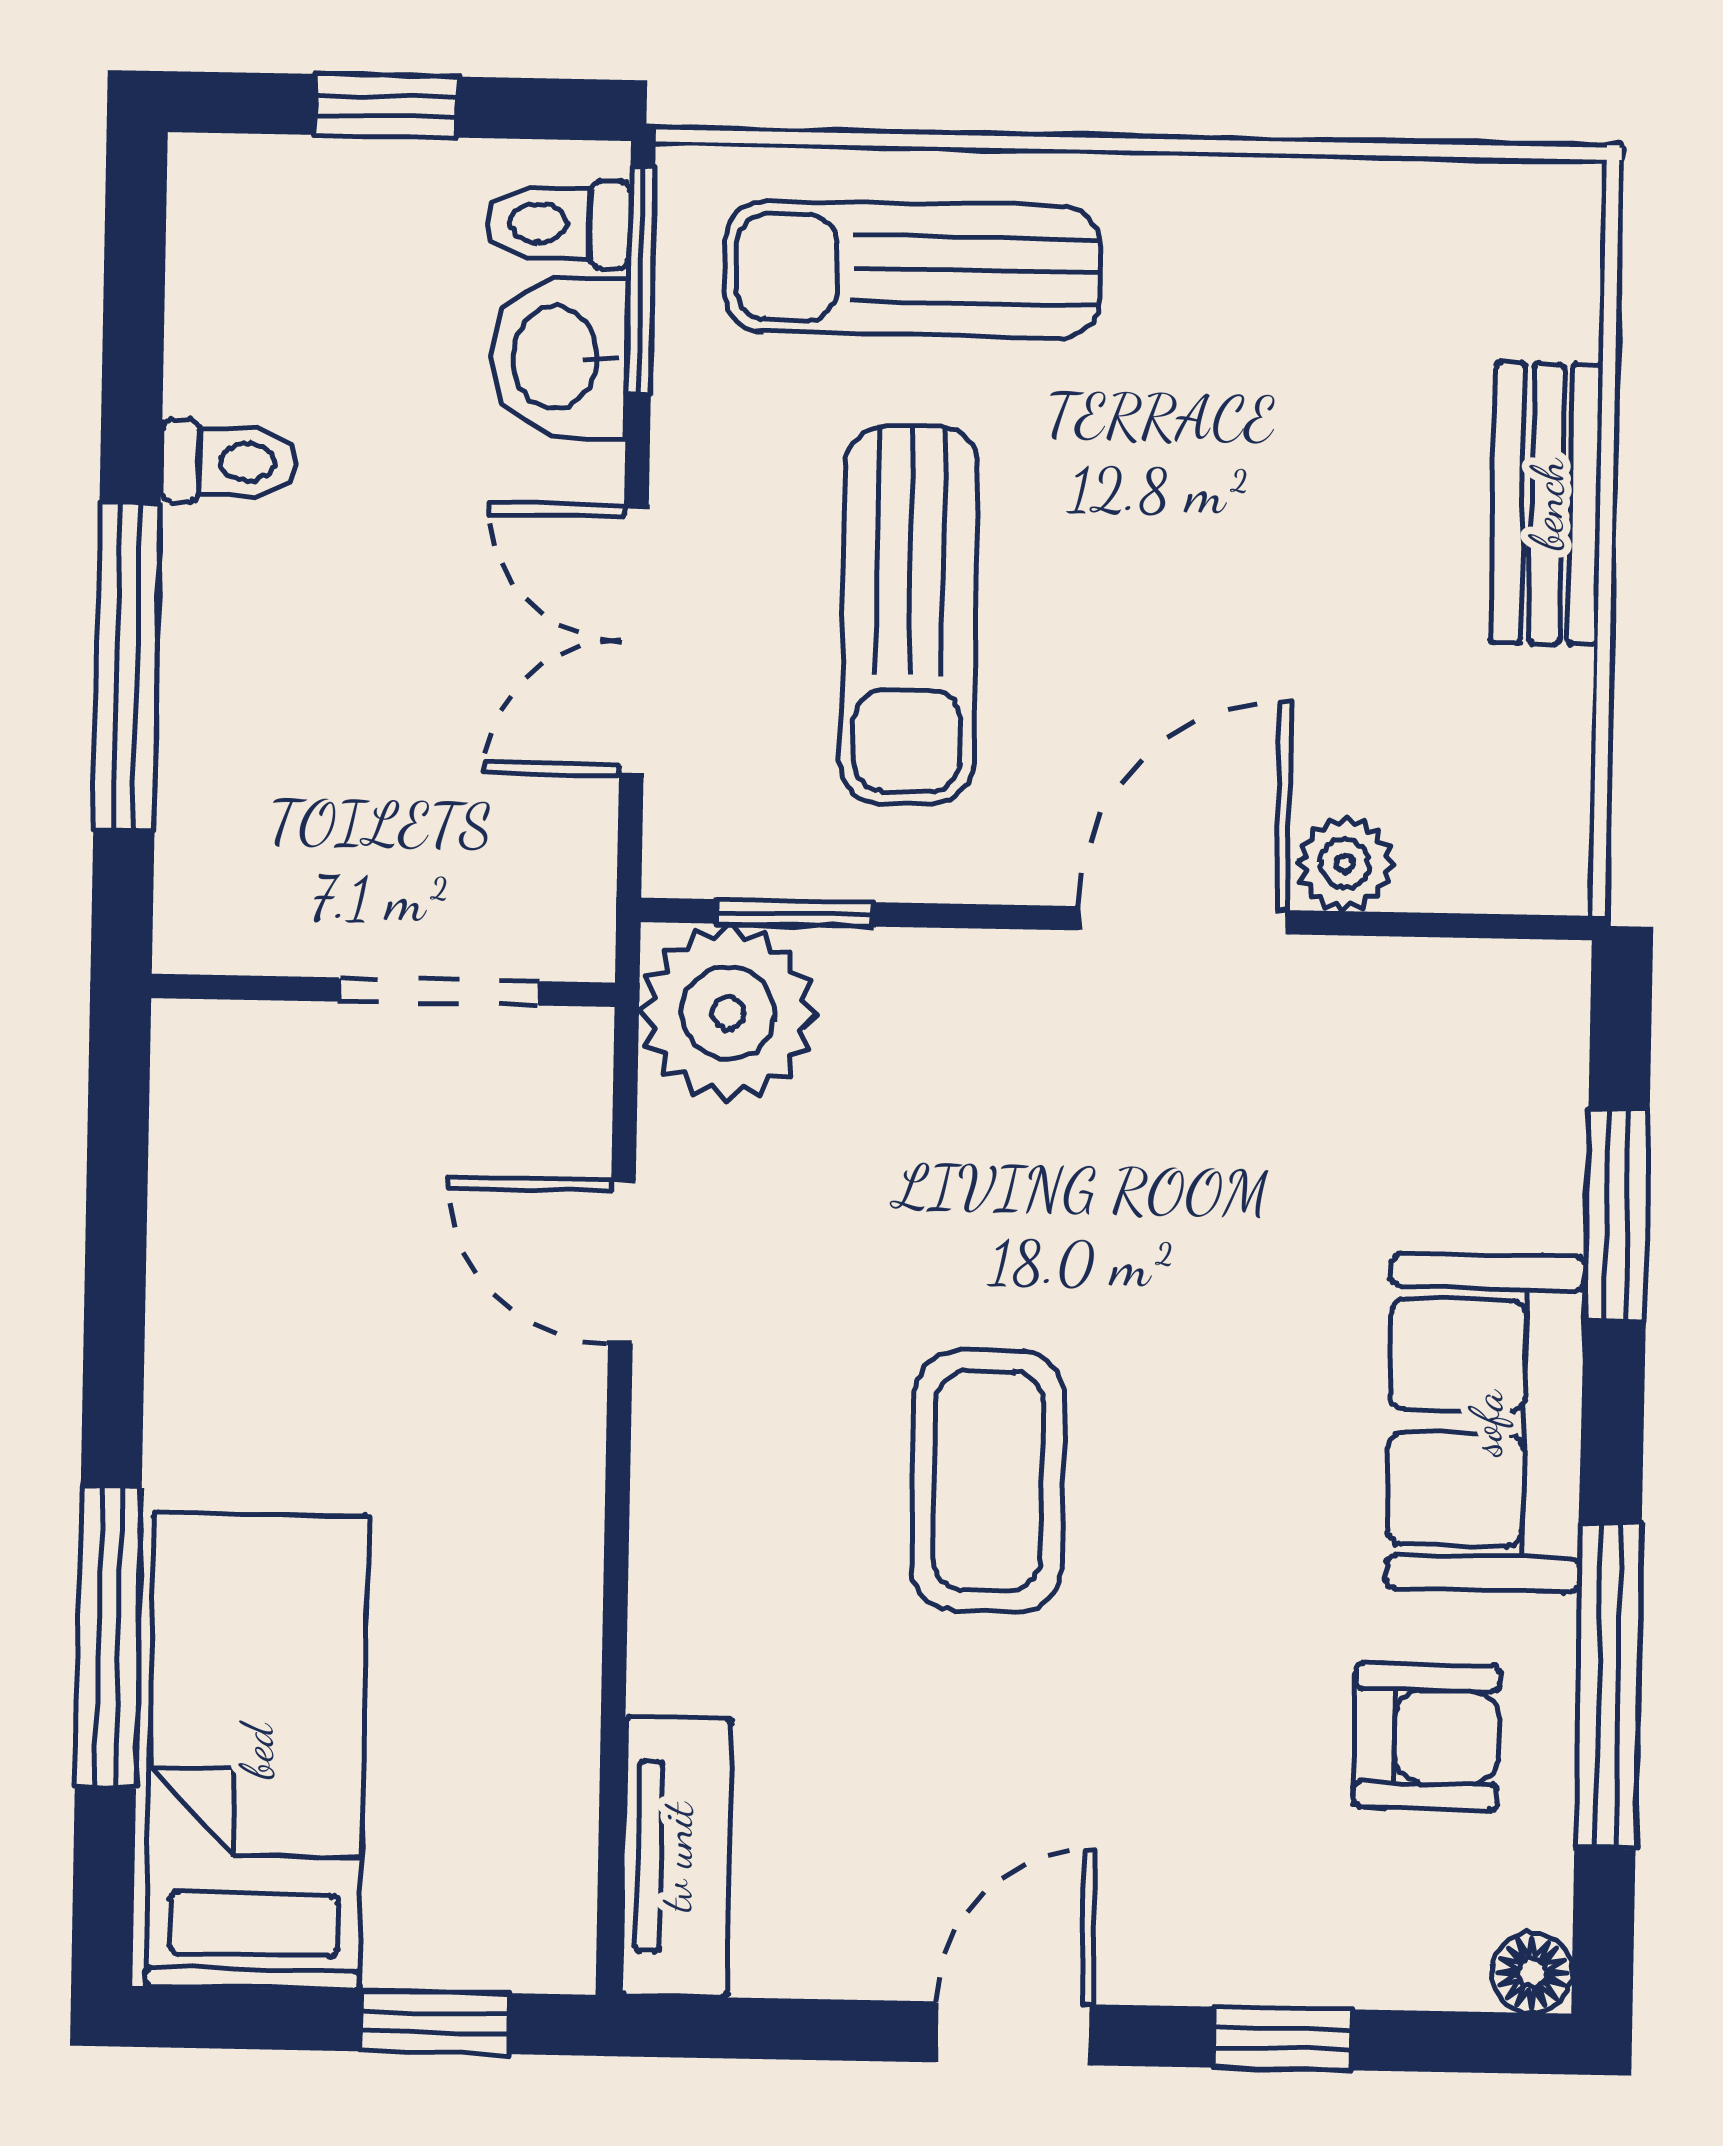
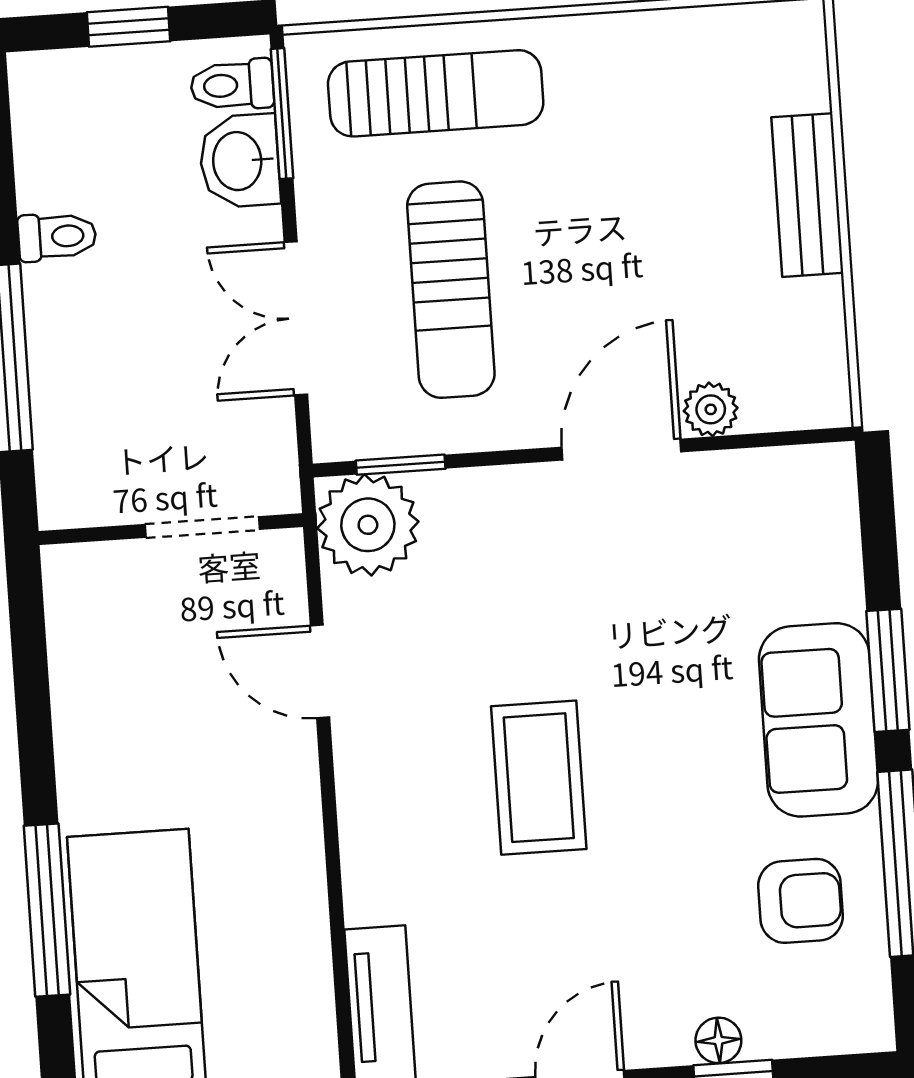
sun lounger: (912, 269) -> (436, 93), turned 180
window: (1617, 1215) -> (888, 670), moved
floor lamp: (1532, 1973) -> (718, 1040), moved

